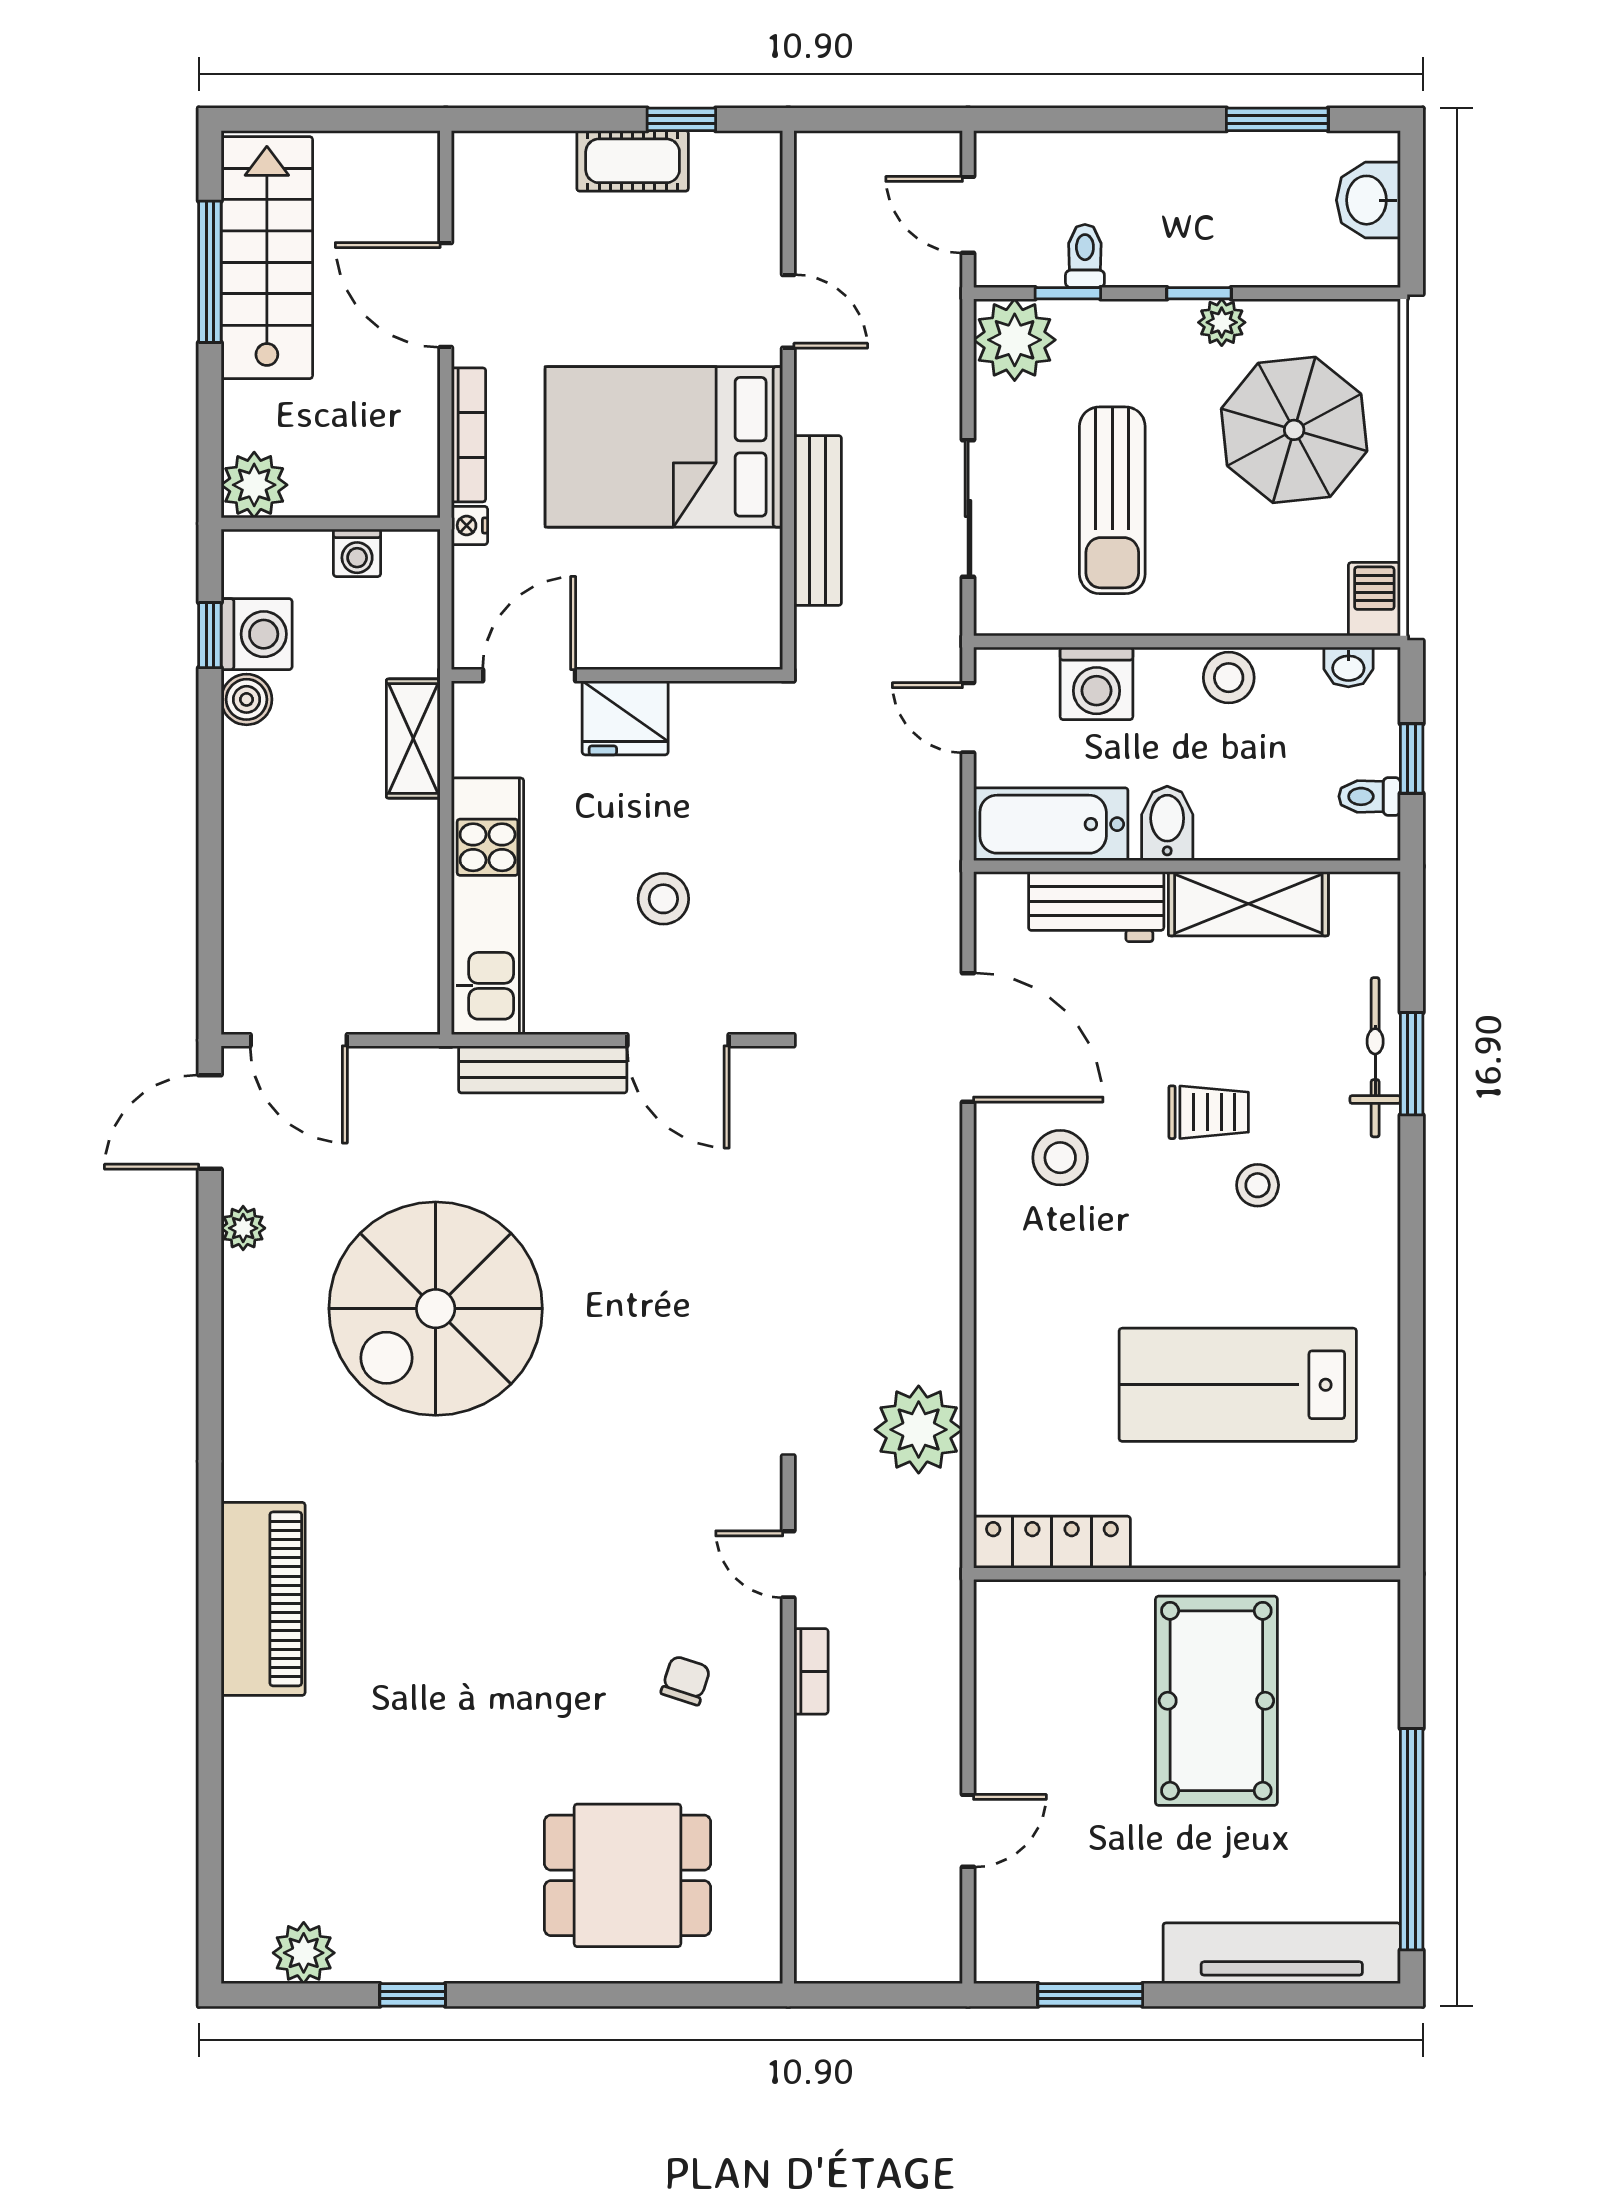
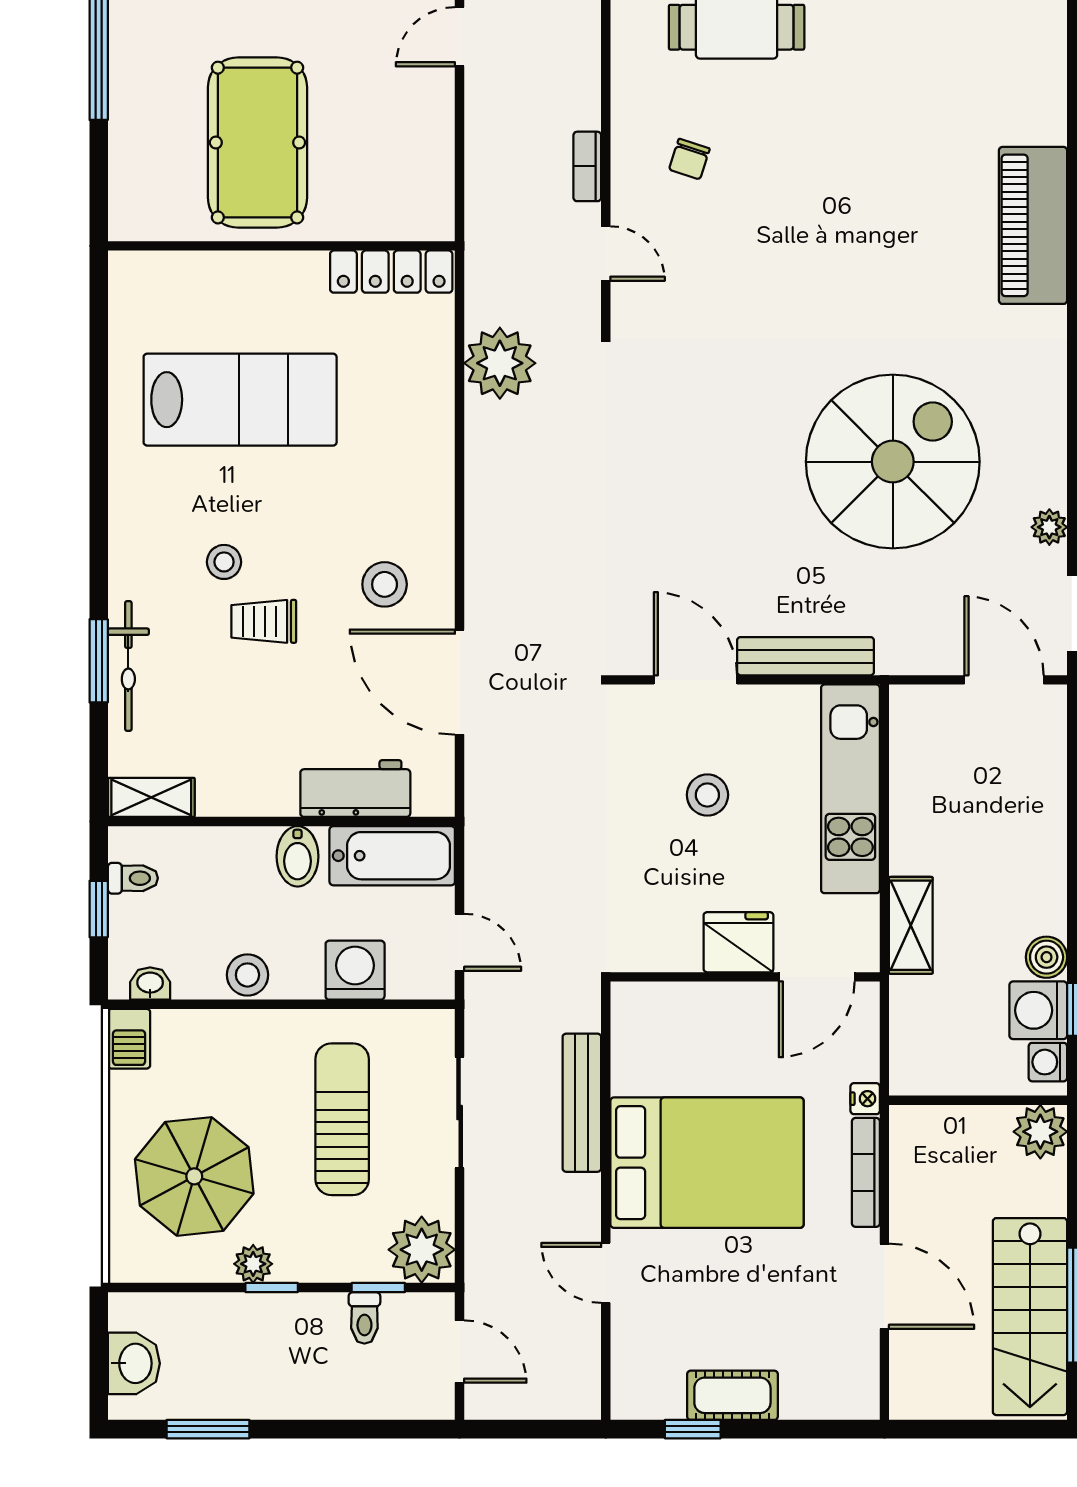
washing machine: (357, 553) -> (1048, 1062), moved, turned -90
shelving: (1248, 904) -> (151, 797), moved, width x0.67, depth x0.75

